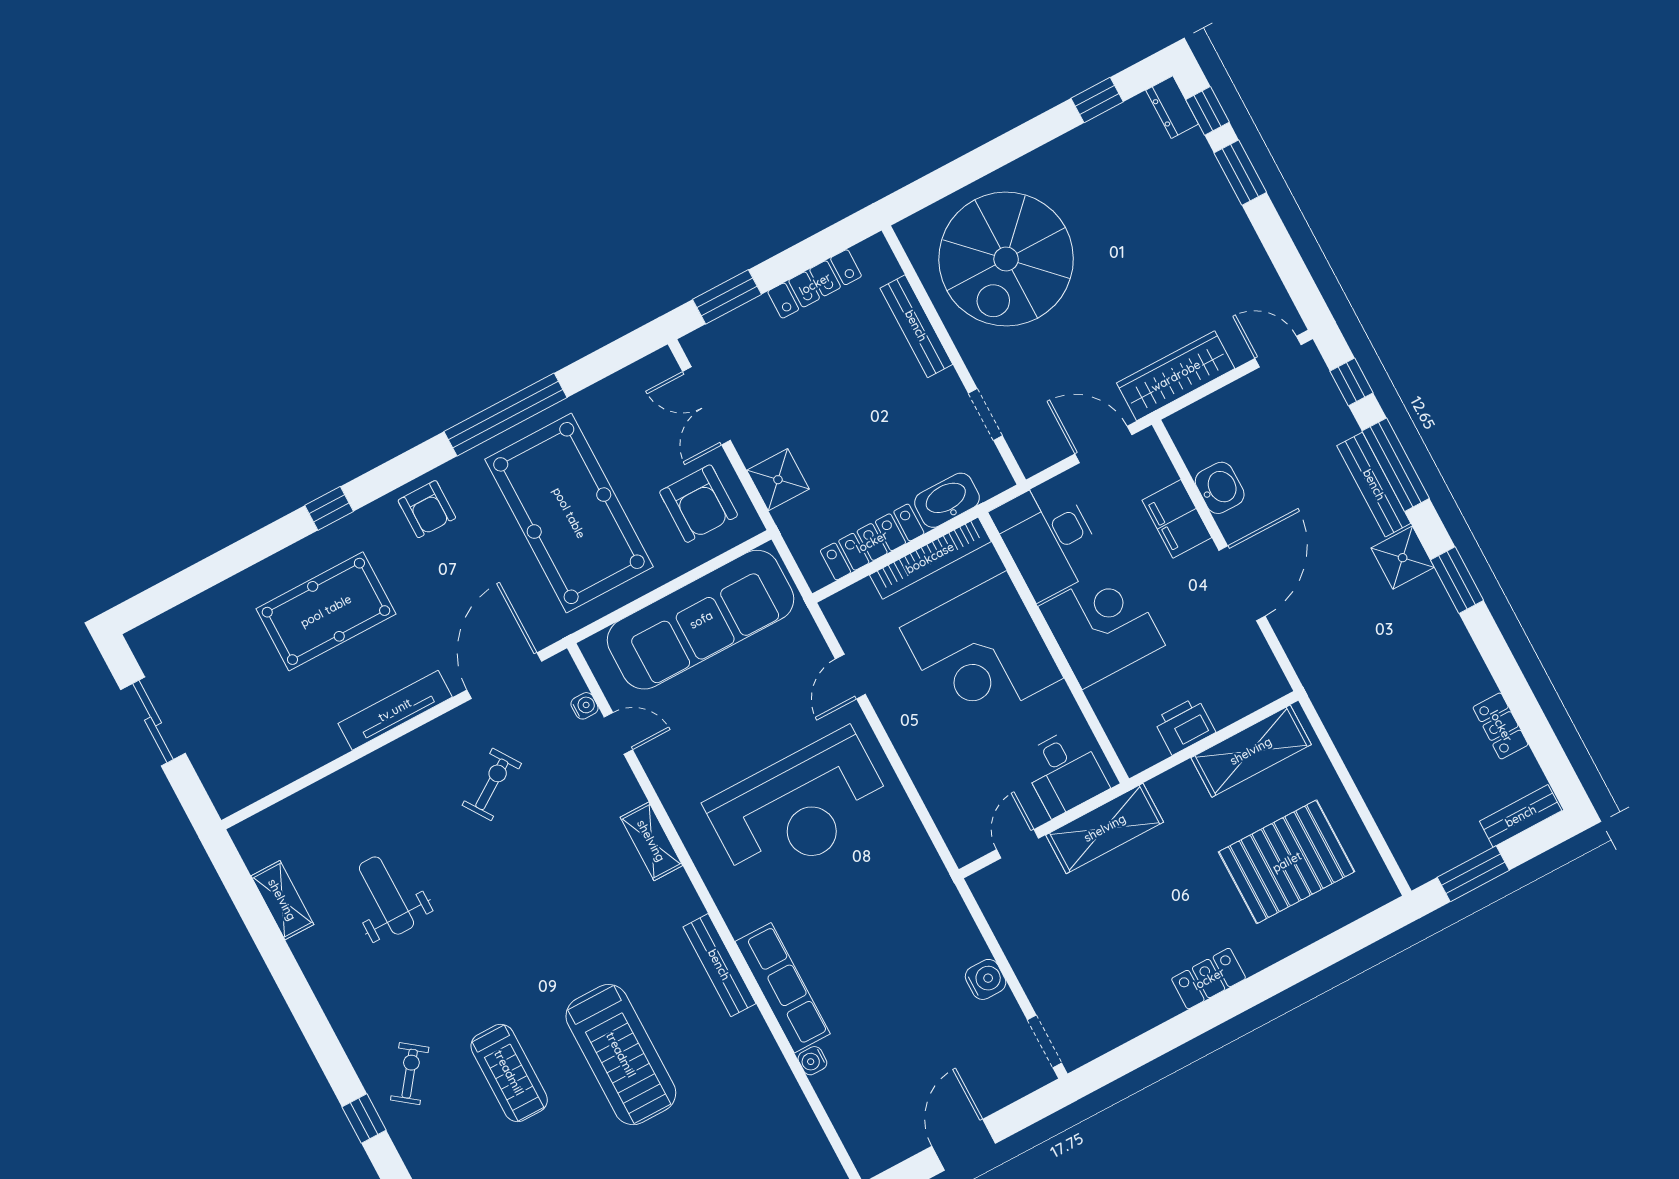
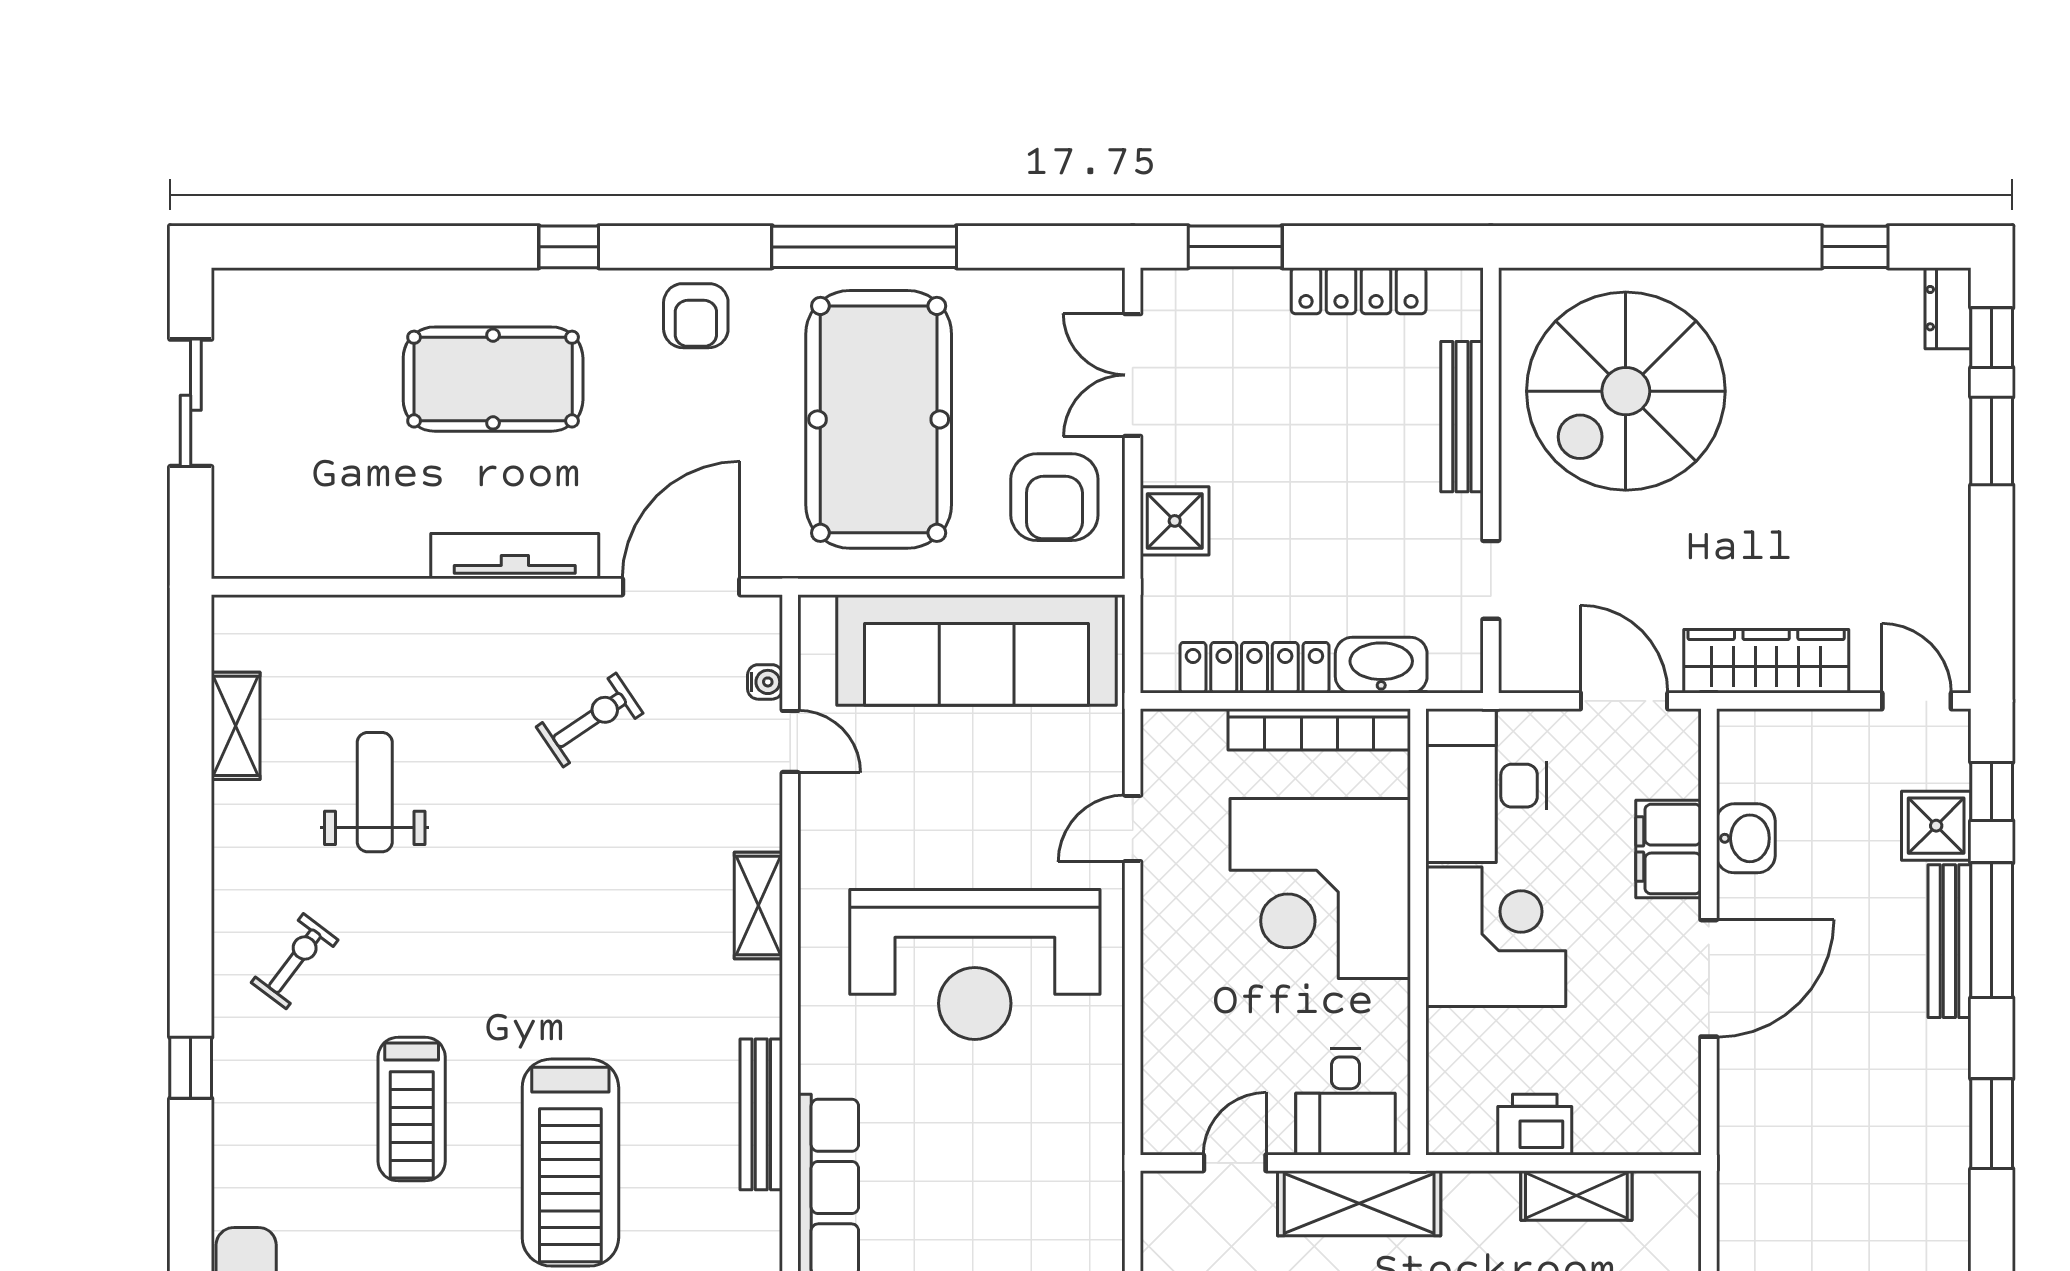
shower: (1403, 558) -> (1936, 826), moved
shelving: (1251, 751) -> (1576, 1196), width x0.67, depth x0.75
exercise bike: (410, 1074) -> (295, 961), moved

